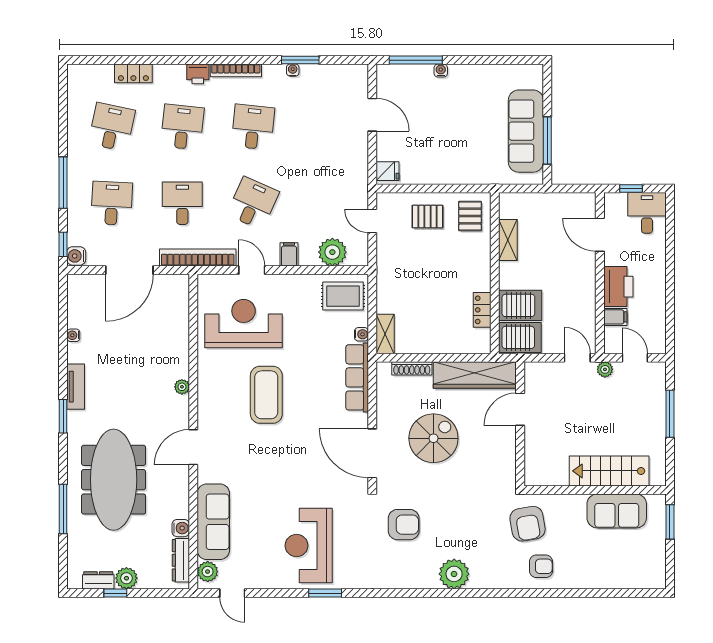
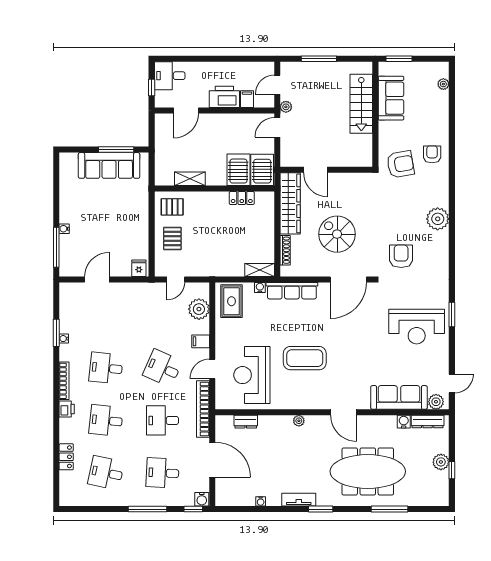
dresser: (98, 580) -> (246, 422), moved, turned -90
plant: (636, 582) -> (443, 84), added

